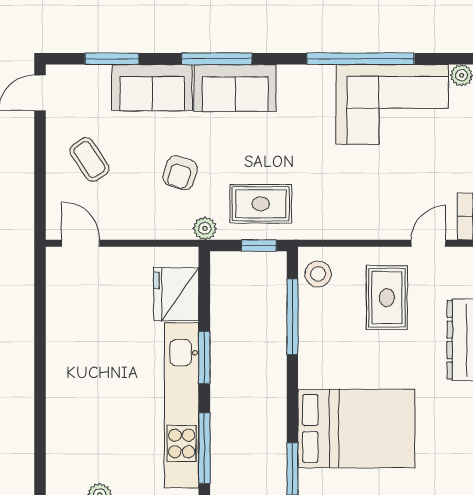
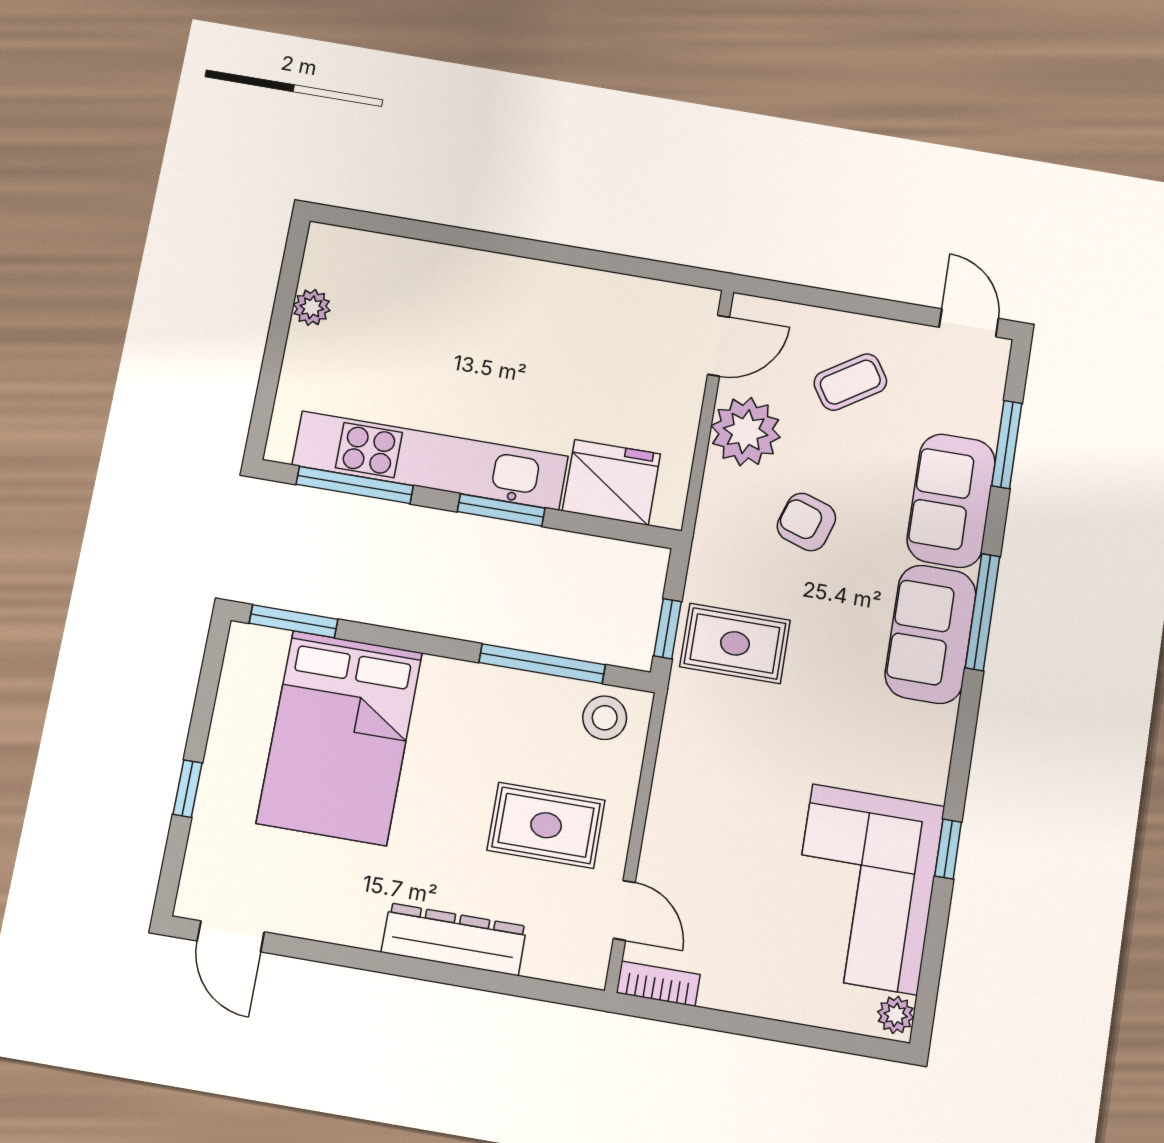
window: (361, 59) -> (948, 849), width x0.32
rug: (261, 204) -> (735, 643), turned 90
plant: (205, 228) -> (746, 432), moved, width x1.87, depth x1.87

